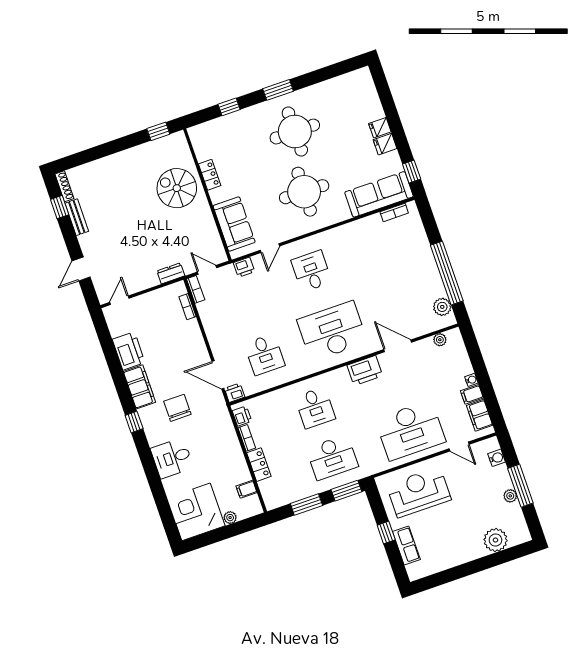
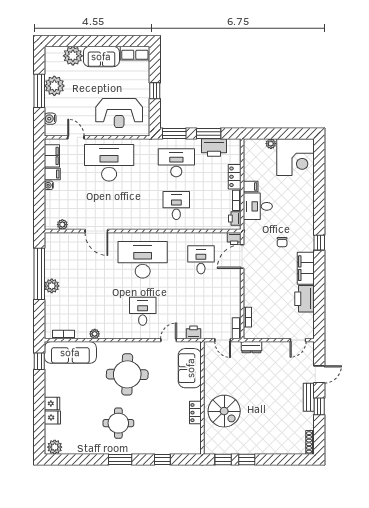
plant: (359, 78) -> (55, 447), added
round table: (295, 132) -> (118, 423), width x0.73, depth x0.73
window: (131, 141) -> (247, 460), added
fridge: (385, 144) -> (52, 417), moved
window: (60, 207) -> (319, 406), moved
bench: (77, 217) -> (309, 397), moved
plant: (358, 226) -> (95, 334), added
desk: (312, 271) -> (143, 311), turned 180
plant: (442, 307) -> (52, 286), moved
desk: (332, 331) -> (143, 260), turned 180
printer: (365, 371) -> (214, 148), moved, turned 180
door: (218, 375) -> (242, 257), swing flipped
chair: (177, 408) -> (282, 242), width x0.54, depth x0.54
desk: (172, 458) -> (258, 206), moved, turned 180
filing cabinet: (247, 489) -> (251, 187), moved
plant: (510, 496) -> (54, 86), width x1.88, depth x1.88
row of seats: (406, 546) -> (135, 53), moved, turned -90
sofa: (462, 551) -> (101, 56), added

